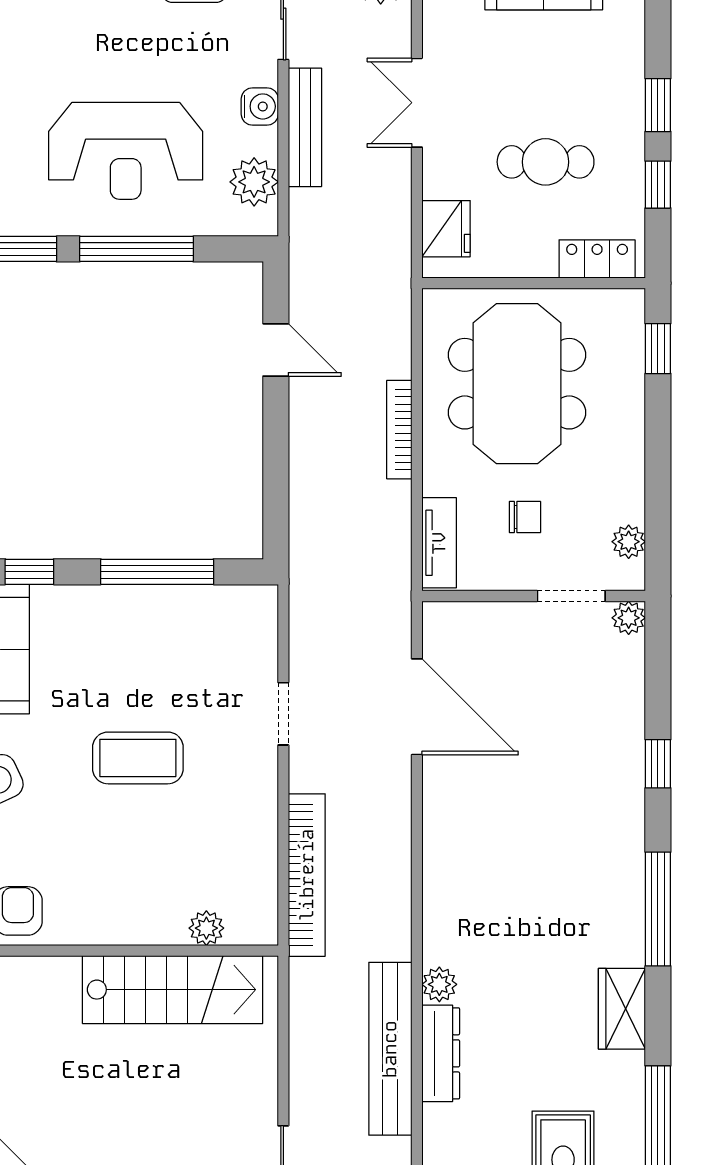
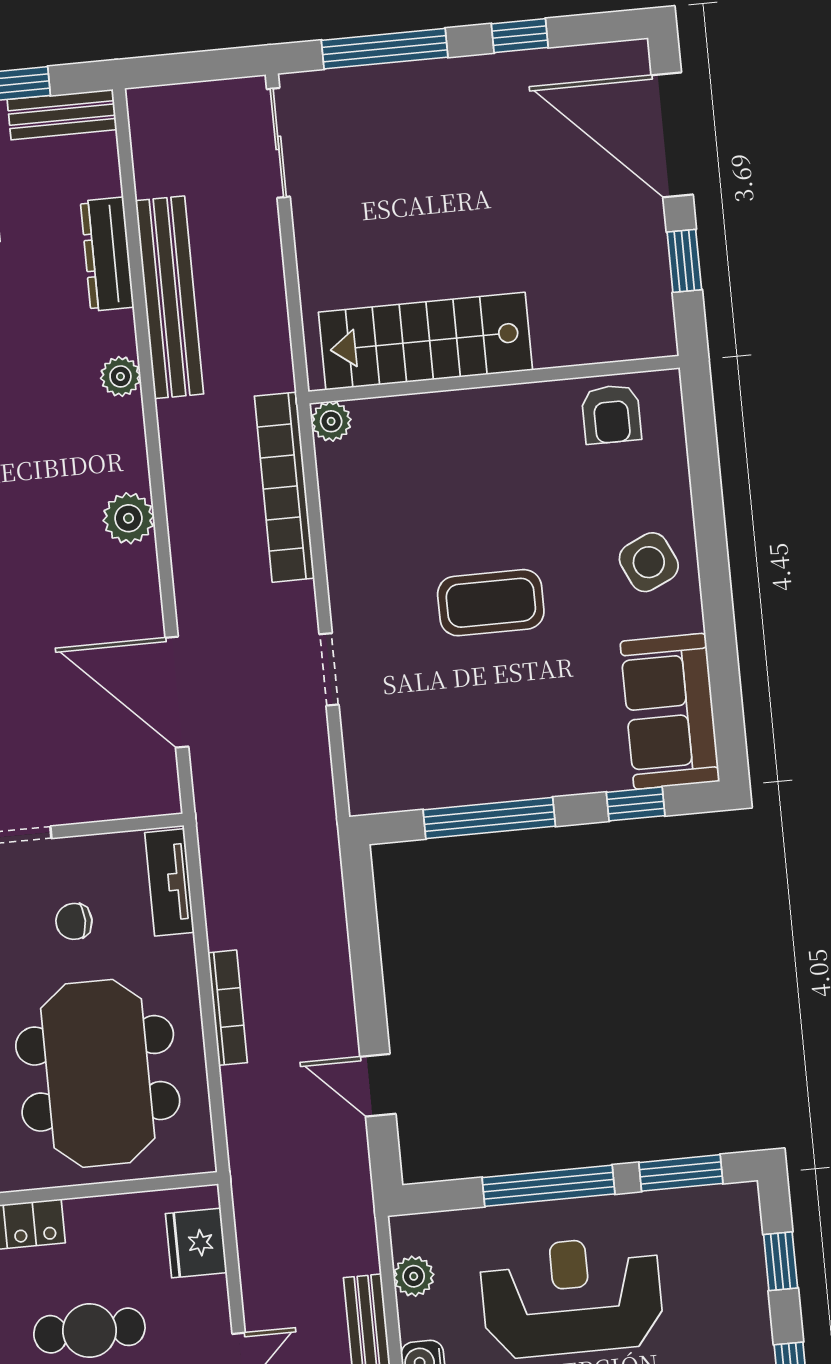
plant: (254, 182) -> (414, 1276), width x0.73, depth x0.73
plant: (444, 861) -> (128, 518), added
plant: (206, 928) -> (331, 421), moved
dresser: (441, 1053) -> (107, 254), moved

